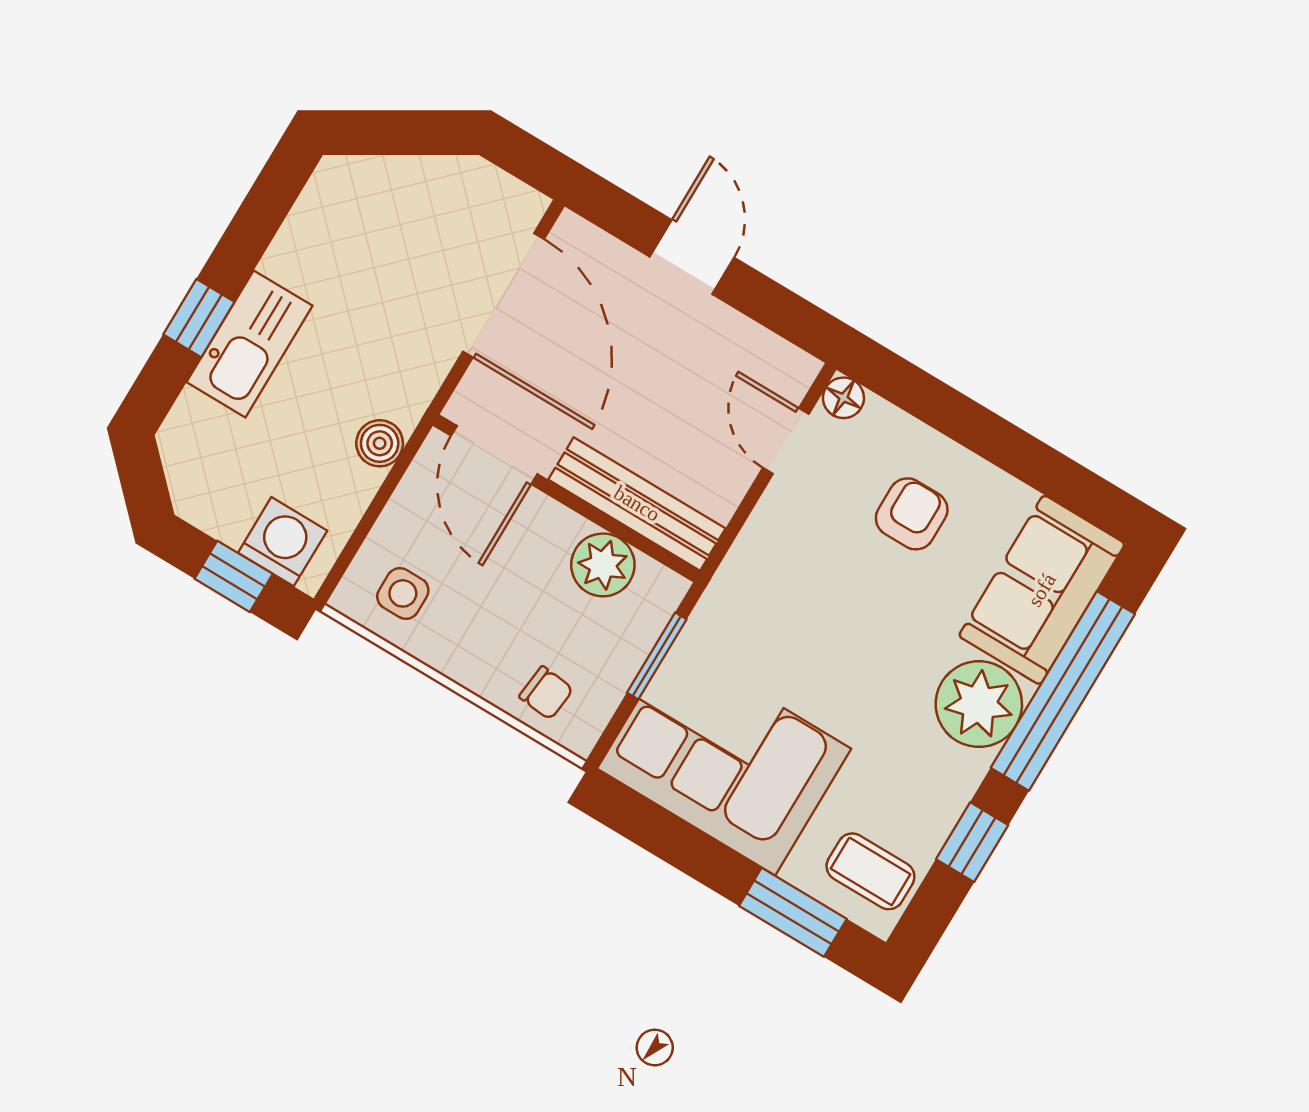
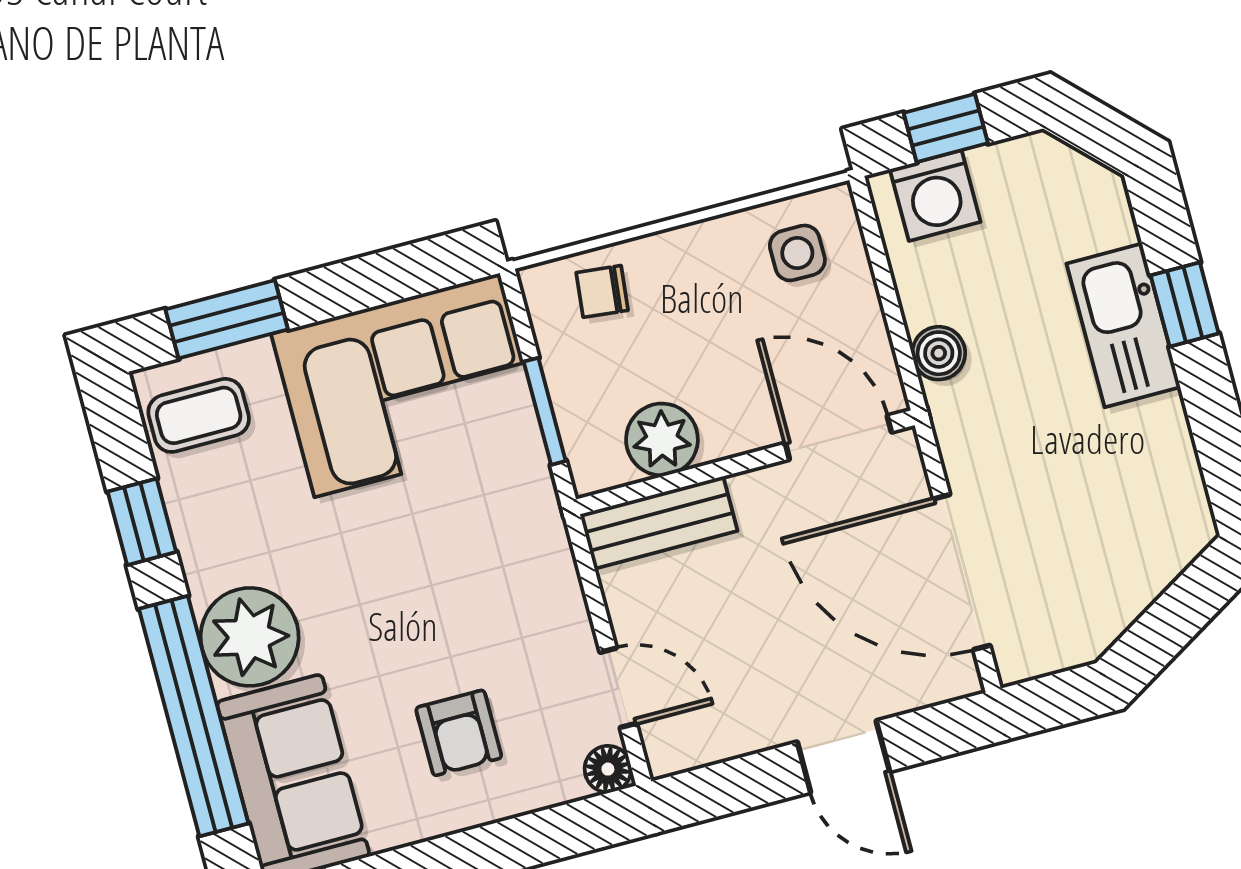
bench: (637, 504) -> (659, 523), width x0.73

